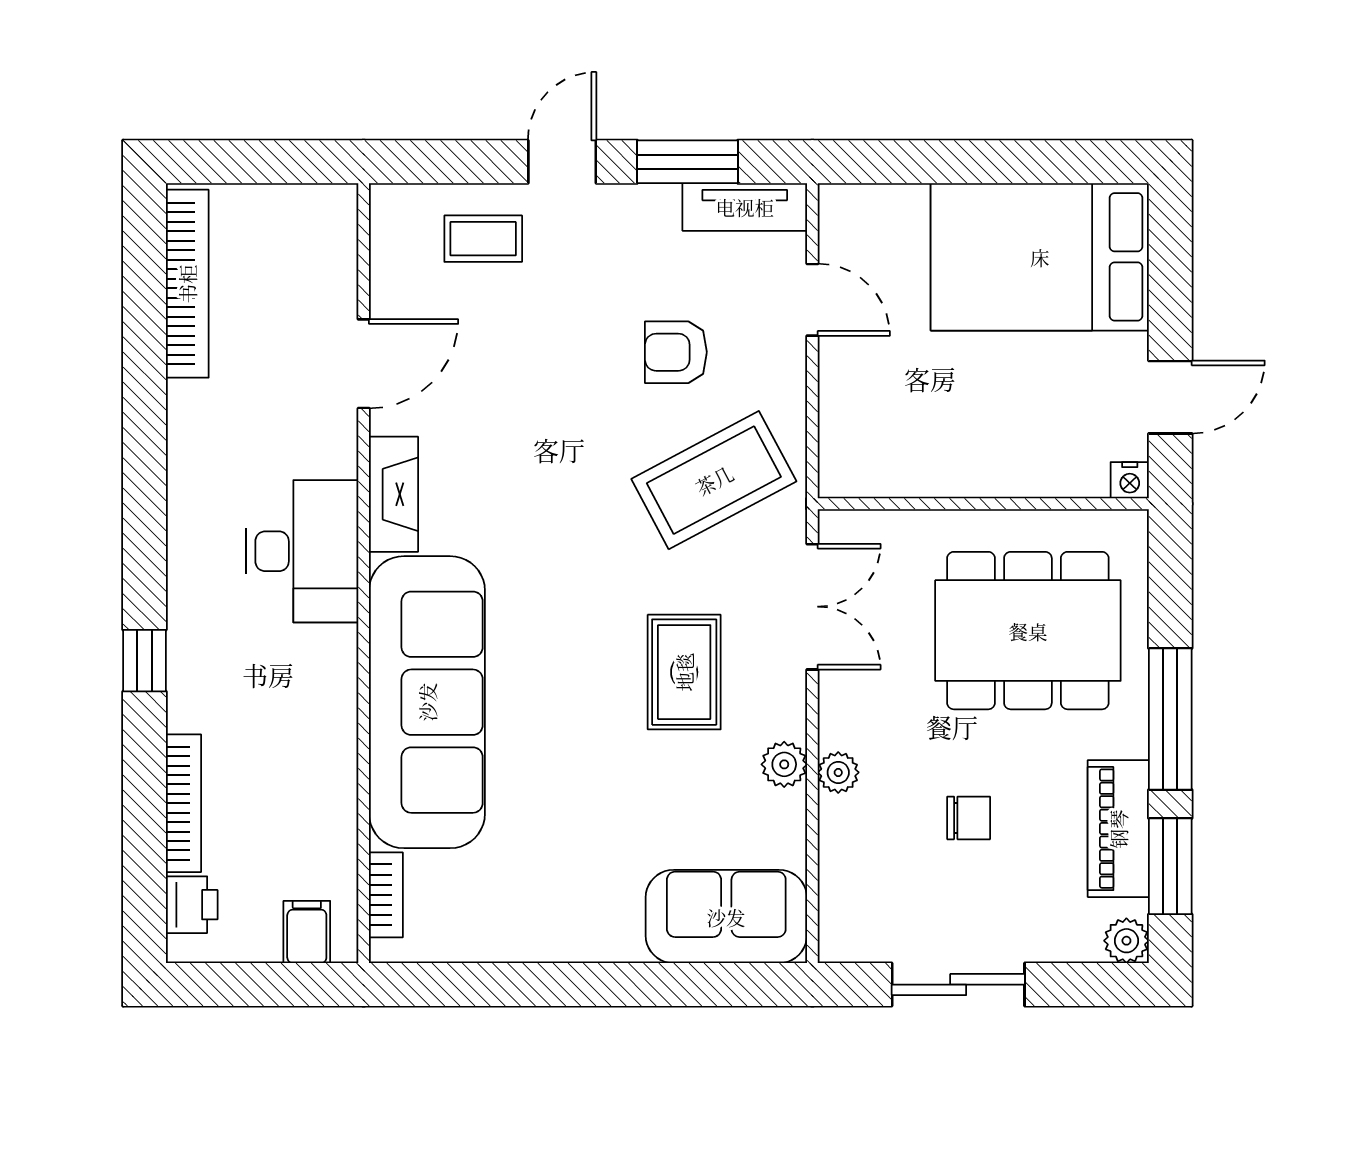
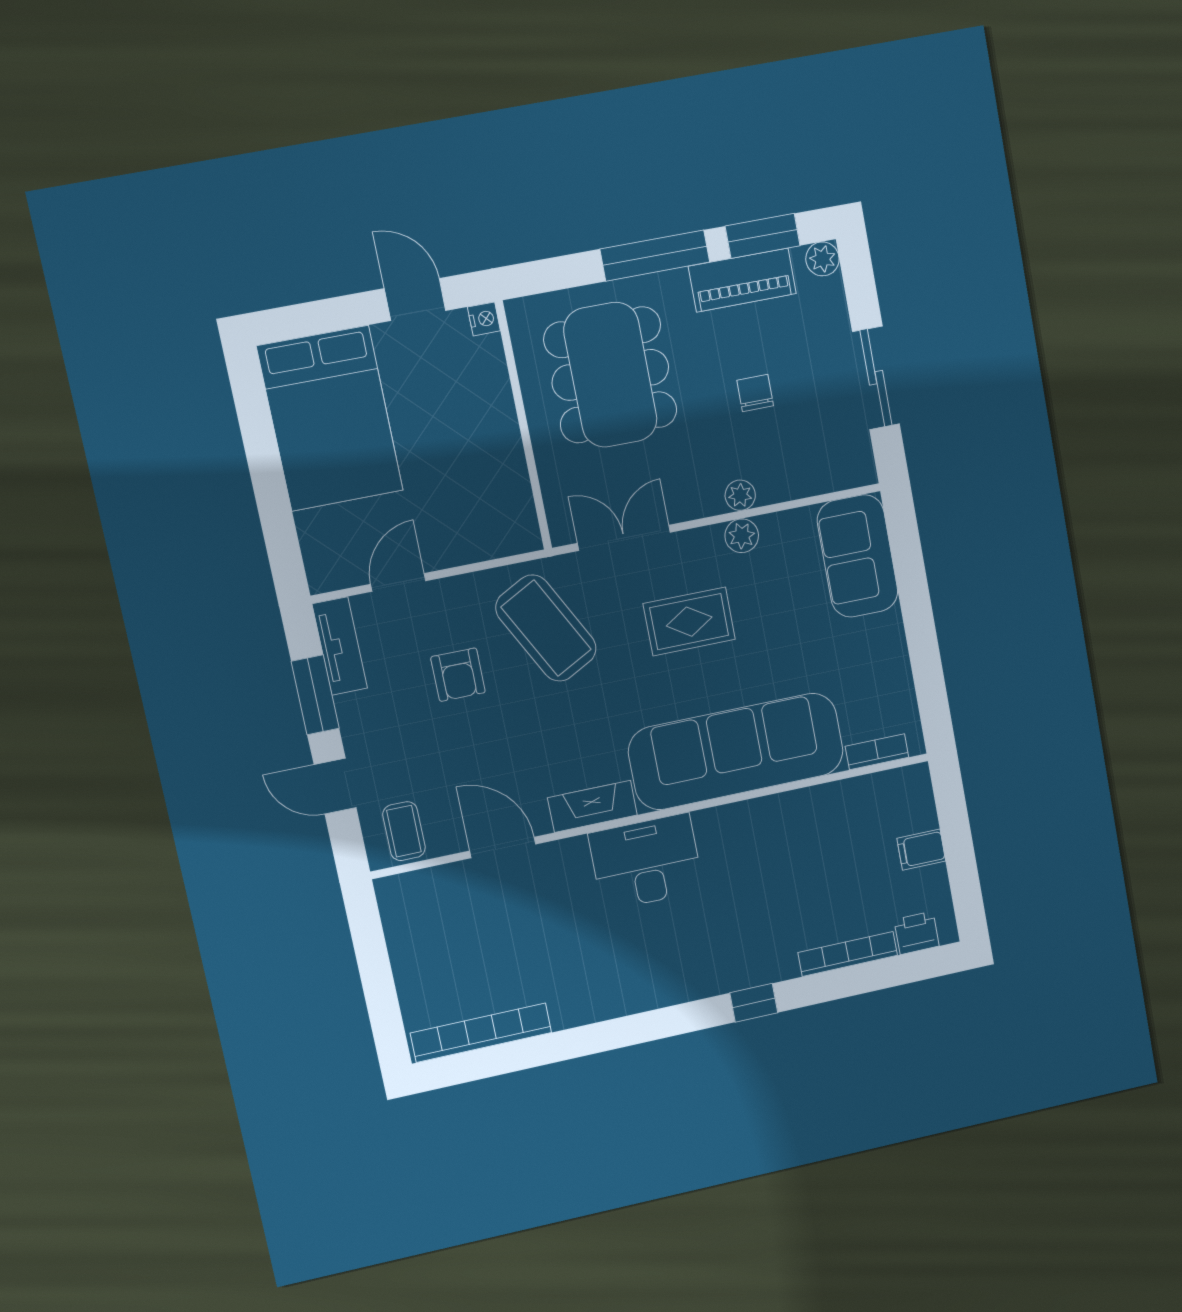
door: (364, 364) -> (503, 848), moved
fireplace: (394, 494) -> (592, 806), moved
desk: (302, 551) -> (646, 862), moved
wall: (364, 573) -> (653, 816), moved
sofa: (427, 702) -> (736, 751), moved
bookcase: (386, 895) -> (877, 752), moved

